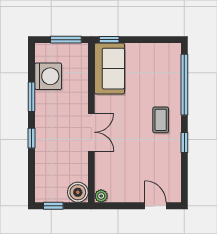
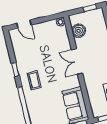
boiler: (78, 192) -> (79, 31), moved

